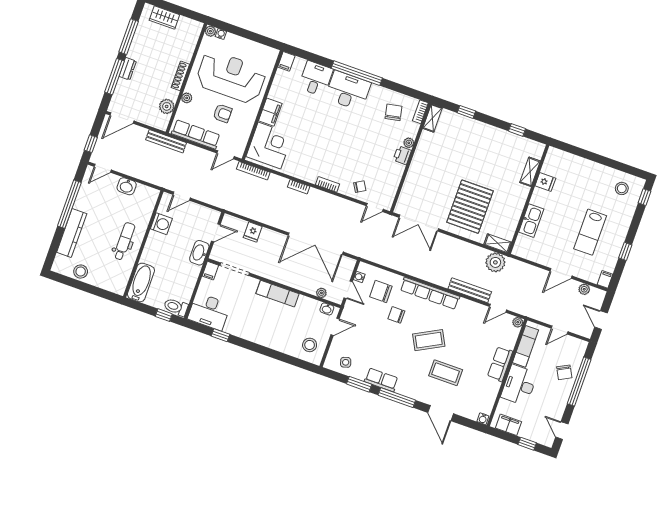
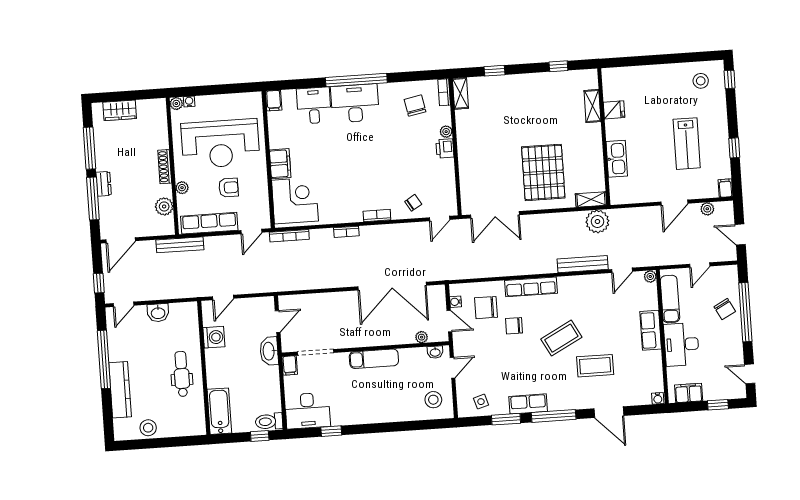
reception desk: (231, 77) -> (220, 144), turned 180
fridge: (253, 232) -> (318, 303), removed
row of seats: (430, 293) -> (531, 287), width x0.73

